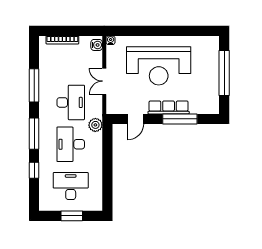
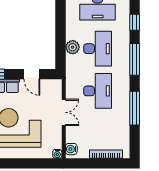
desk: (71, 102) -> (98, 91), turned 180
door: (136, 119) -> (32, 74), swing flipped
plant: (95, 125) -> (73, 47), moved

